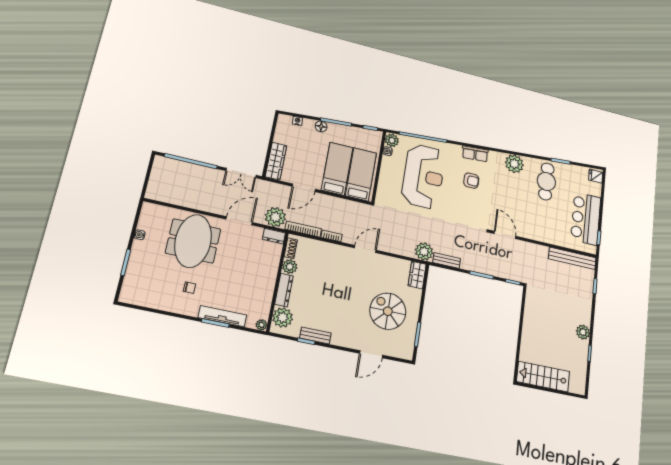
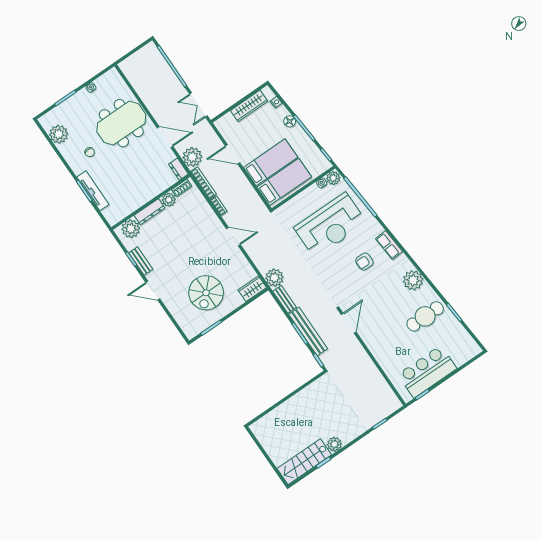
wardrobe: (276, 161) -> (249, 106), moved
fridge: (596, 176) -> (472, 350), removed
armchair: (471, 181) -> (364, 261), turned 90
bench: (572, 258) -> (308, 332), moved
spiral stairs: (388, 311) -> (206, 293), turned 180
plant: (261, 325) -> (59, 134), moved, width x1.88, depth x1.88
door: (371, 354) -> (153, 291), moved
stairs: (543, 377) -> (304, 462), moved, turned -90

